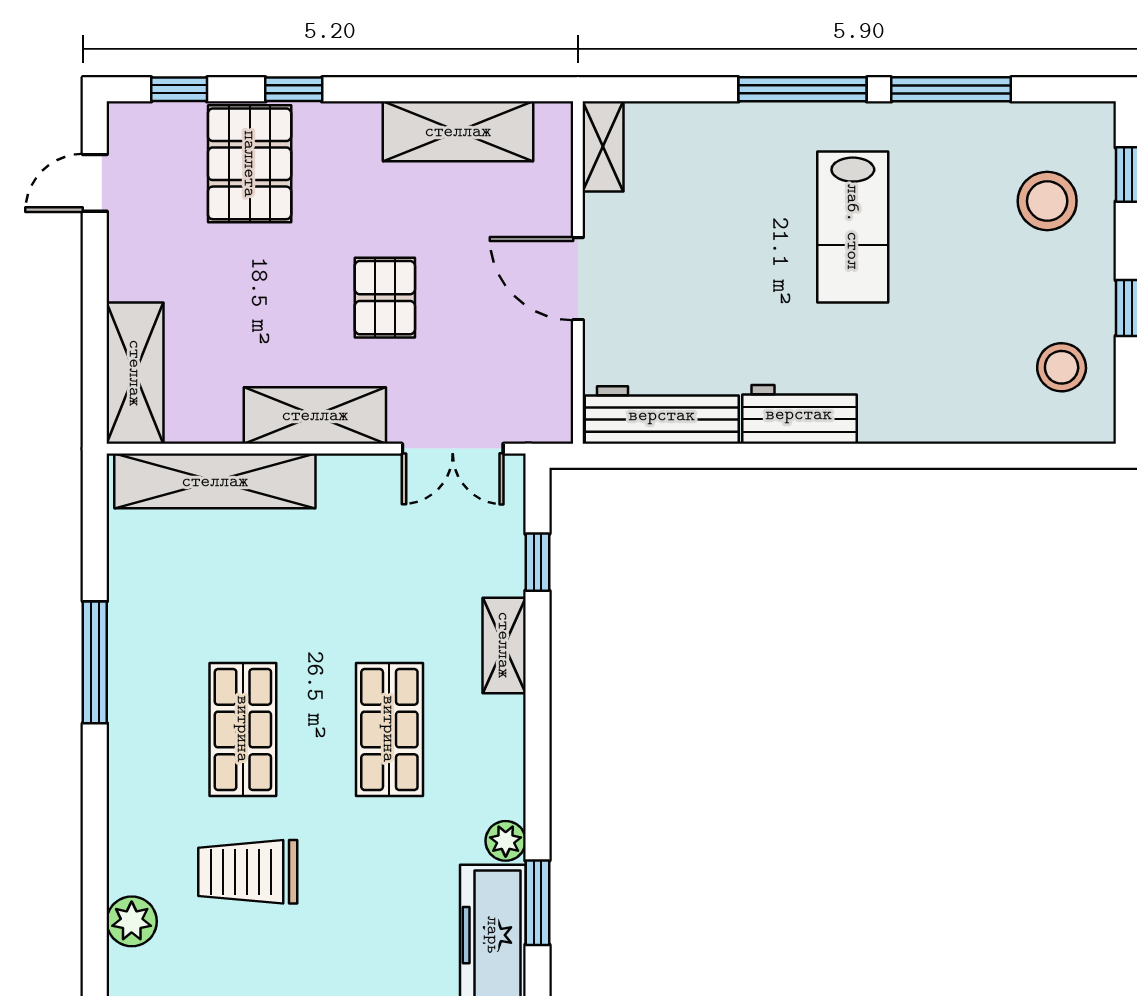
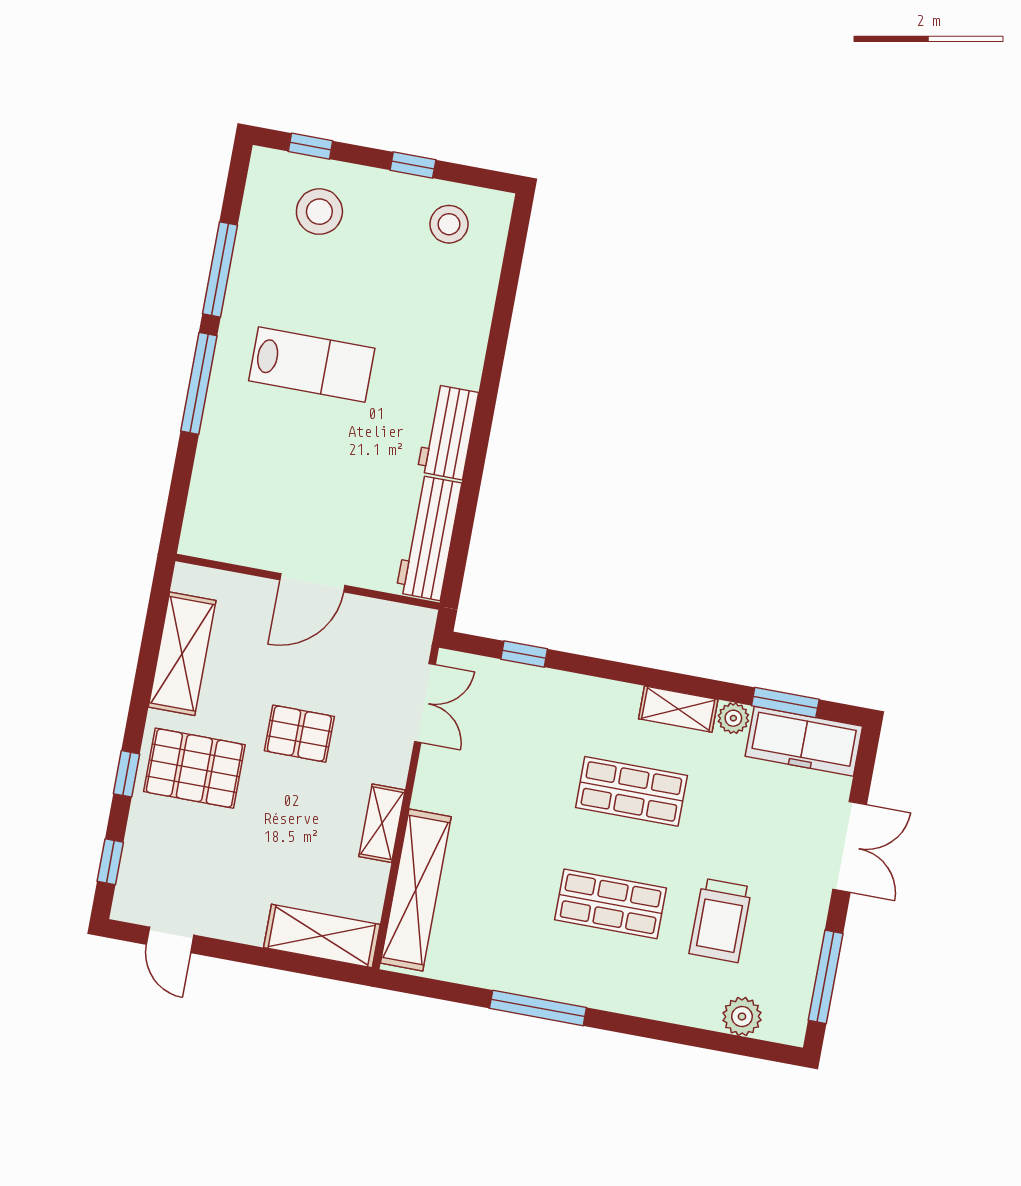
shelving: (603, 146) -> (214, 545), removed
pallet: (250, 164) -> (194, 768), moved
shelving: (315, 415) -> (382, 823), width x0.67, depth x0.75
shelving: (504, 645) -> (678, 709), moved

